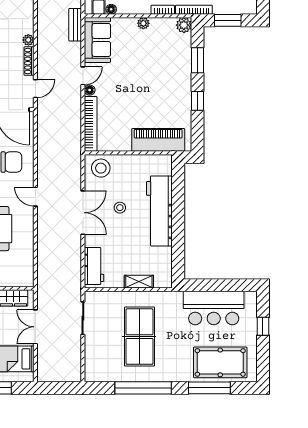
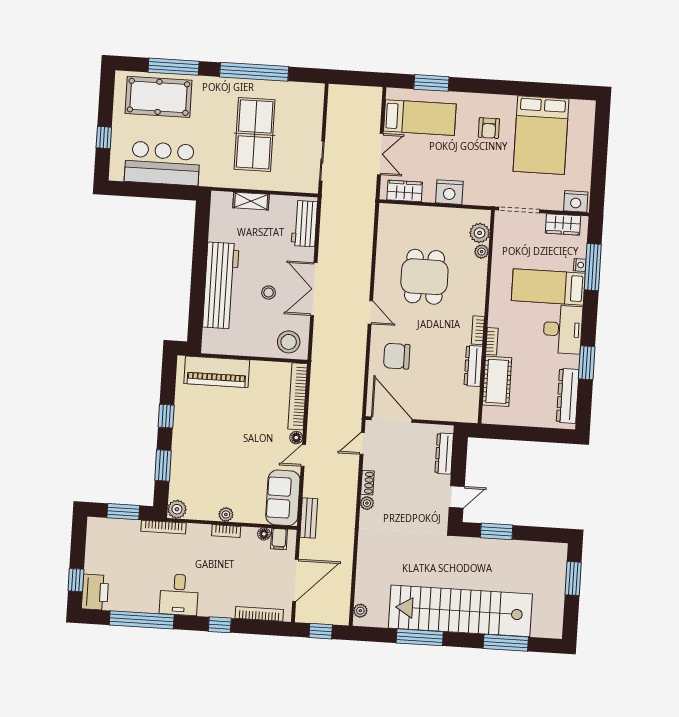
bookcase: (163, 10) -> (226, 531), moved
shoe rack: (29, 61) -> (367, 483), width x0.70

